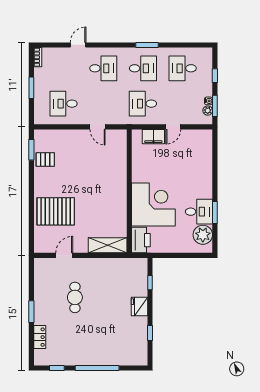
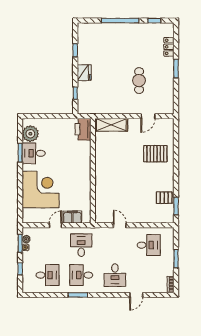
desk: (103, 68) -> (115, 275), turned -90
desk: (143, 104) -> (81, 245), turned -90
corner desk: (153, 205) -> (41, 189), moved, turned 180
pallet: (56, 211) -> (155, 154), width x0.73, depth x0.71

